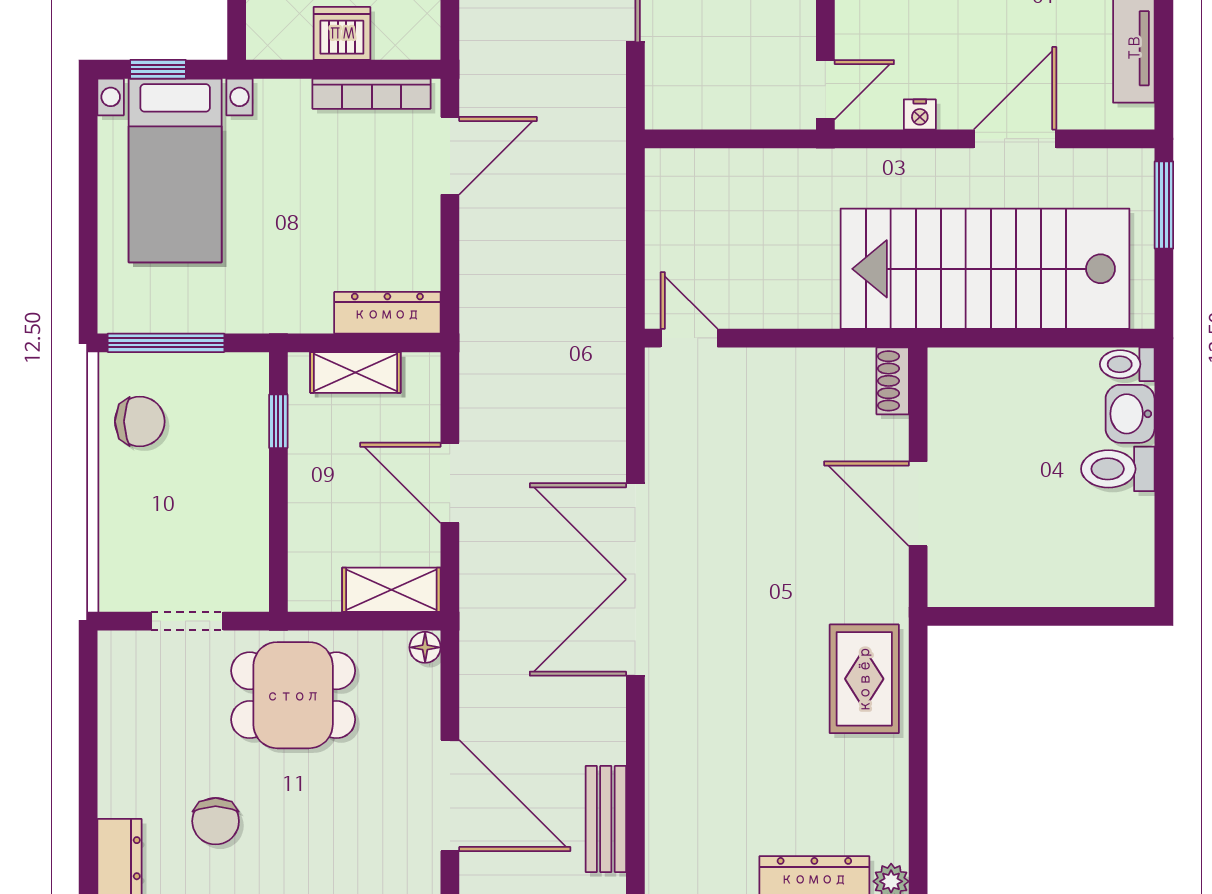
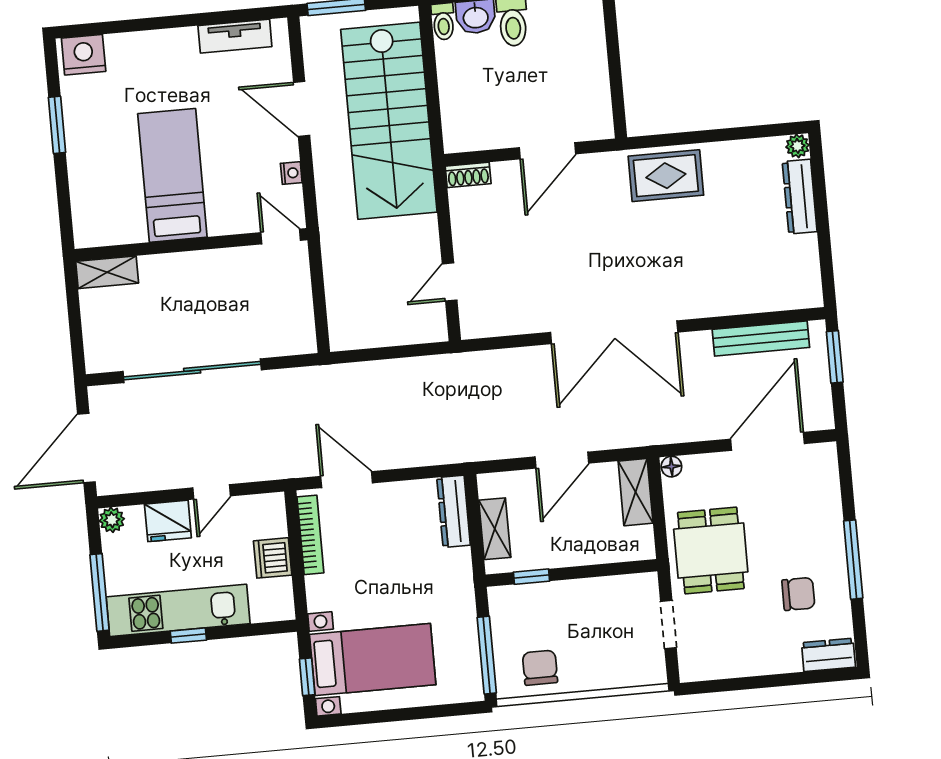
door: (689, 338) -> (450, 282), moved
bench: (606, 819) -> (761, 338), width x1.36

